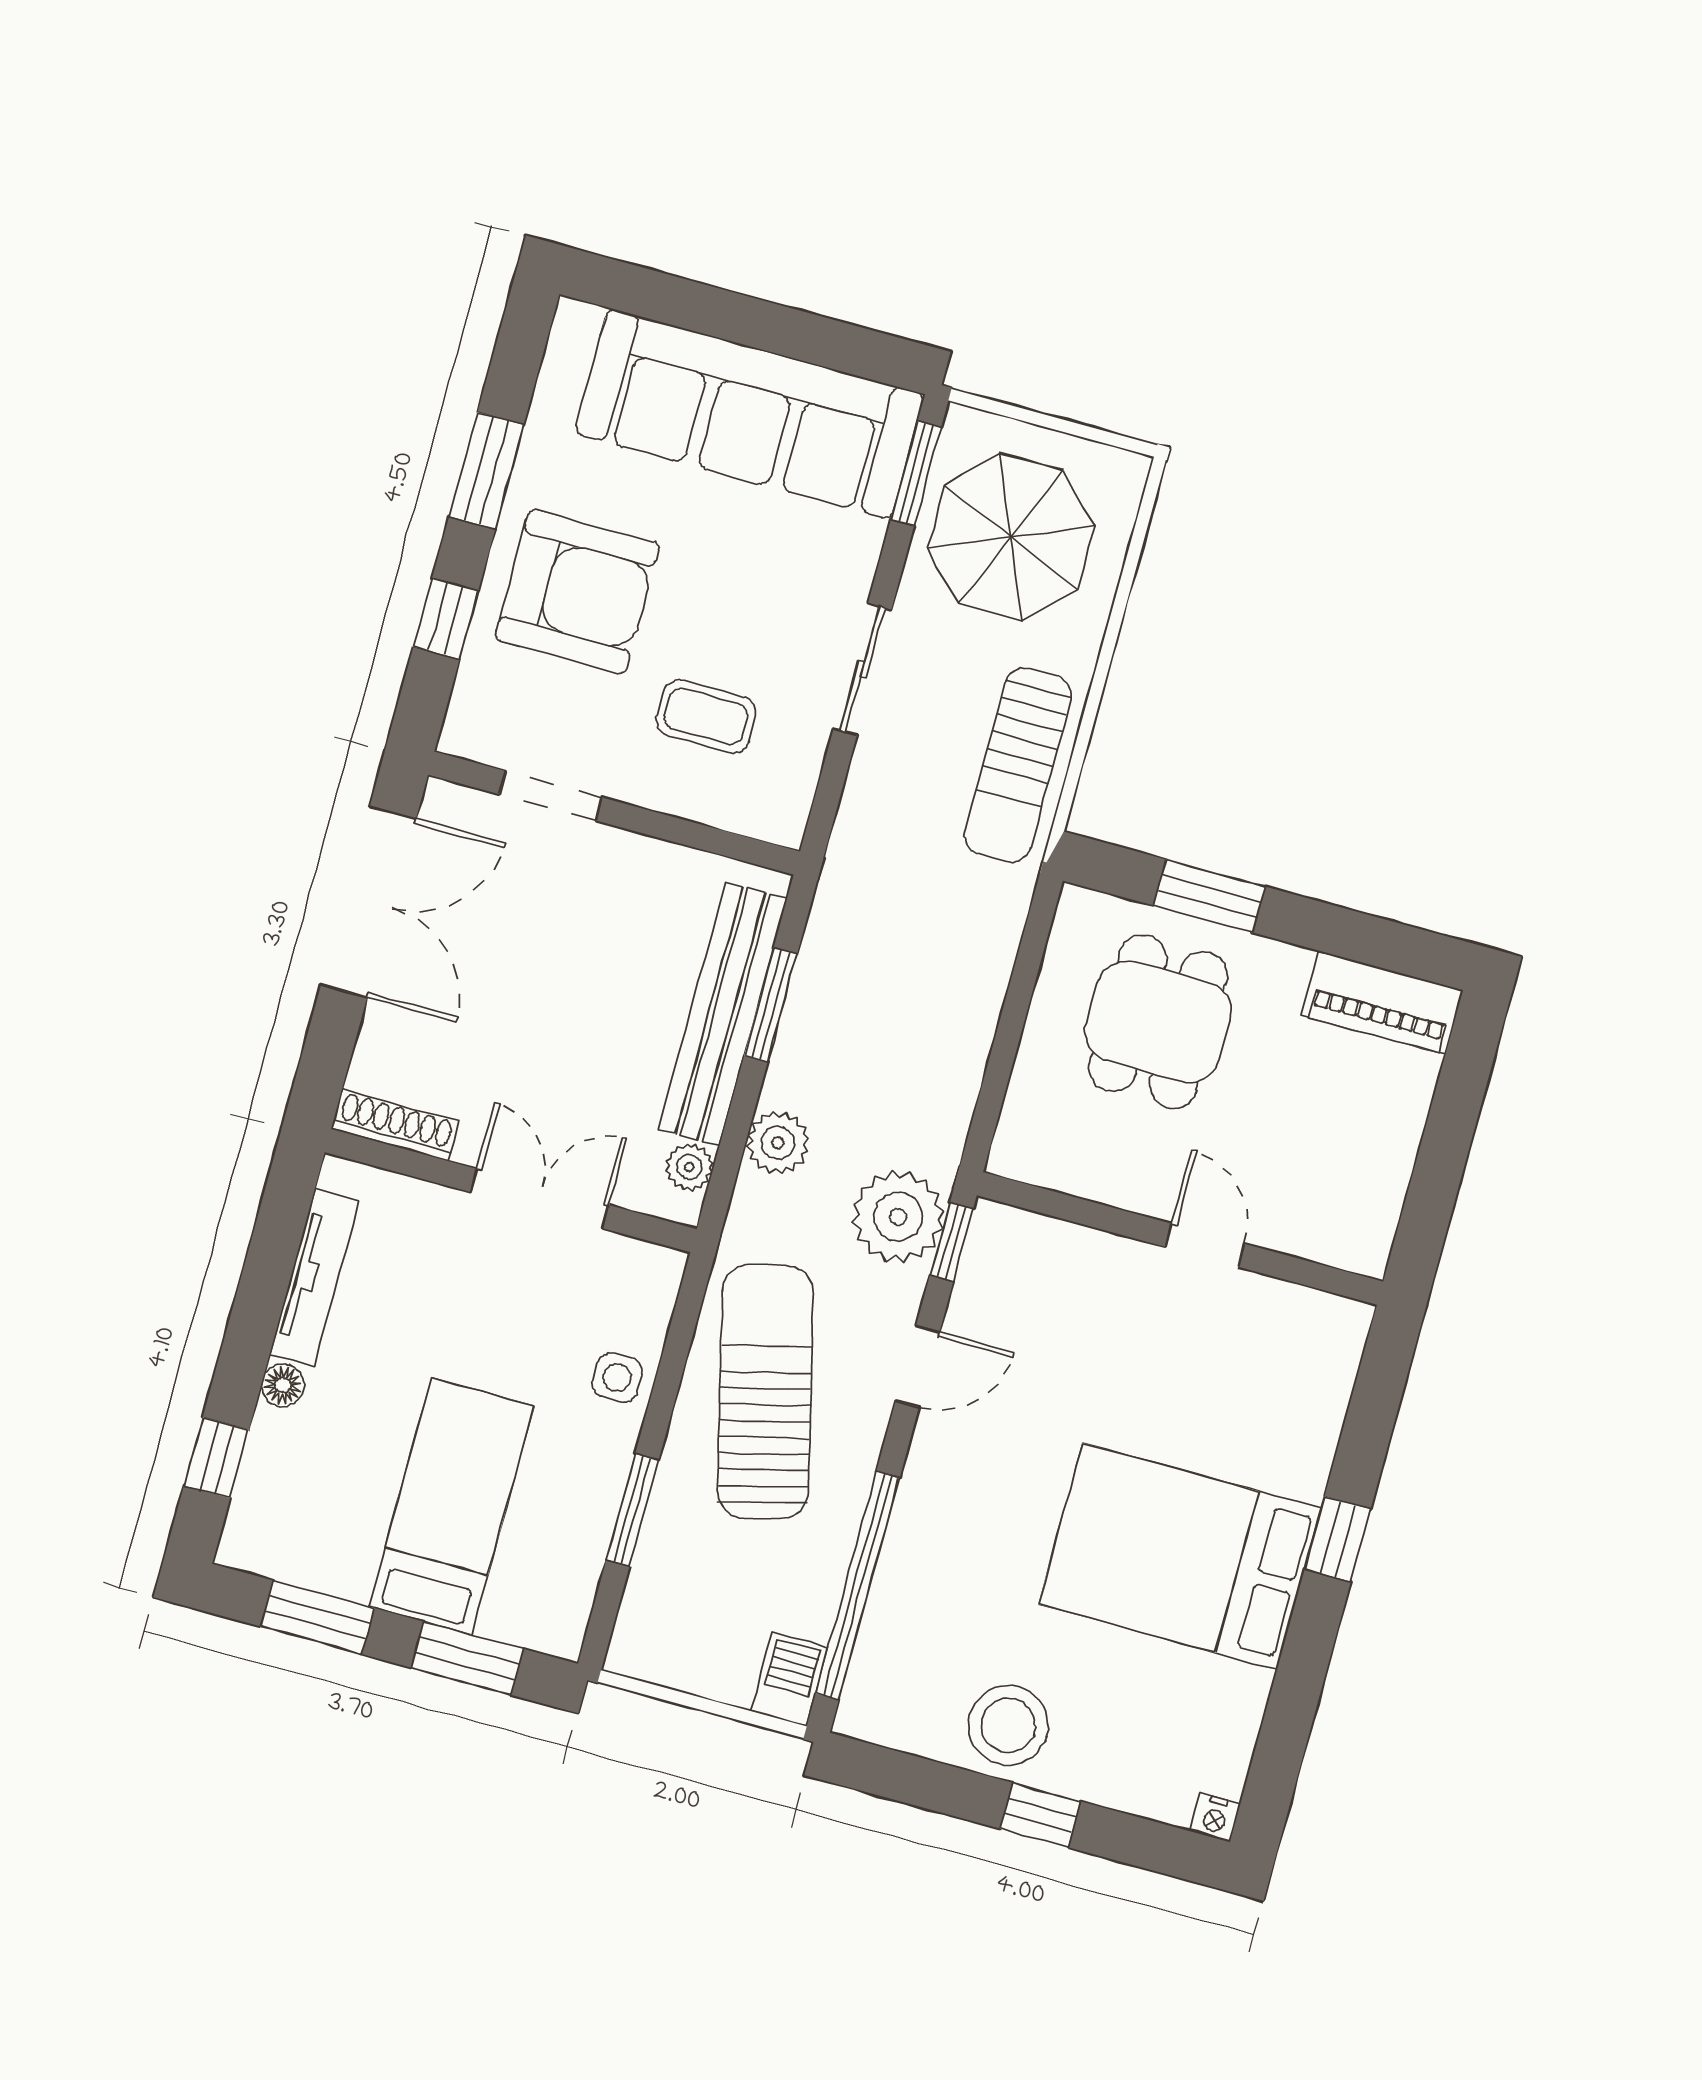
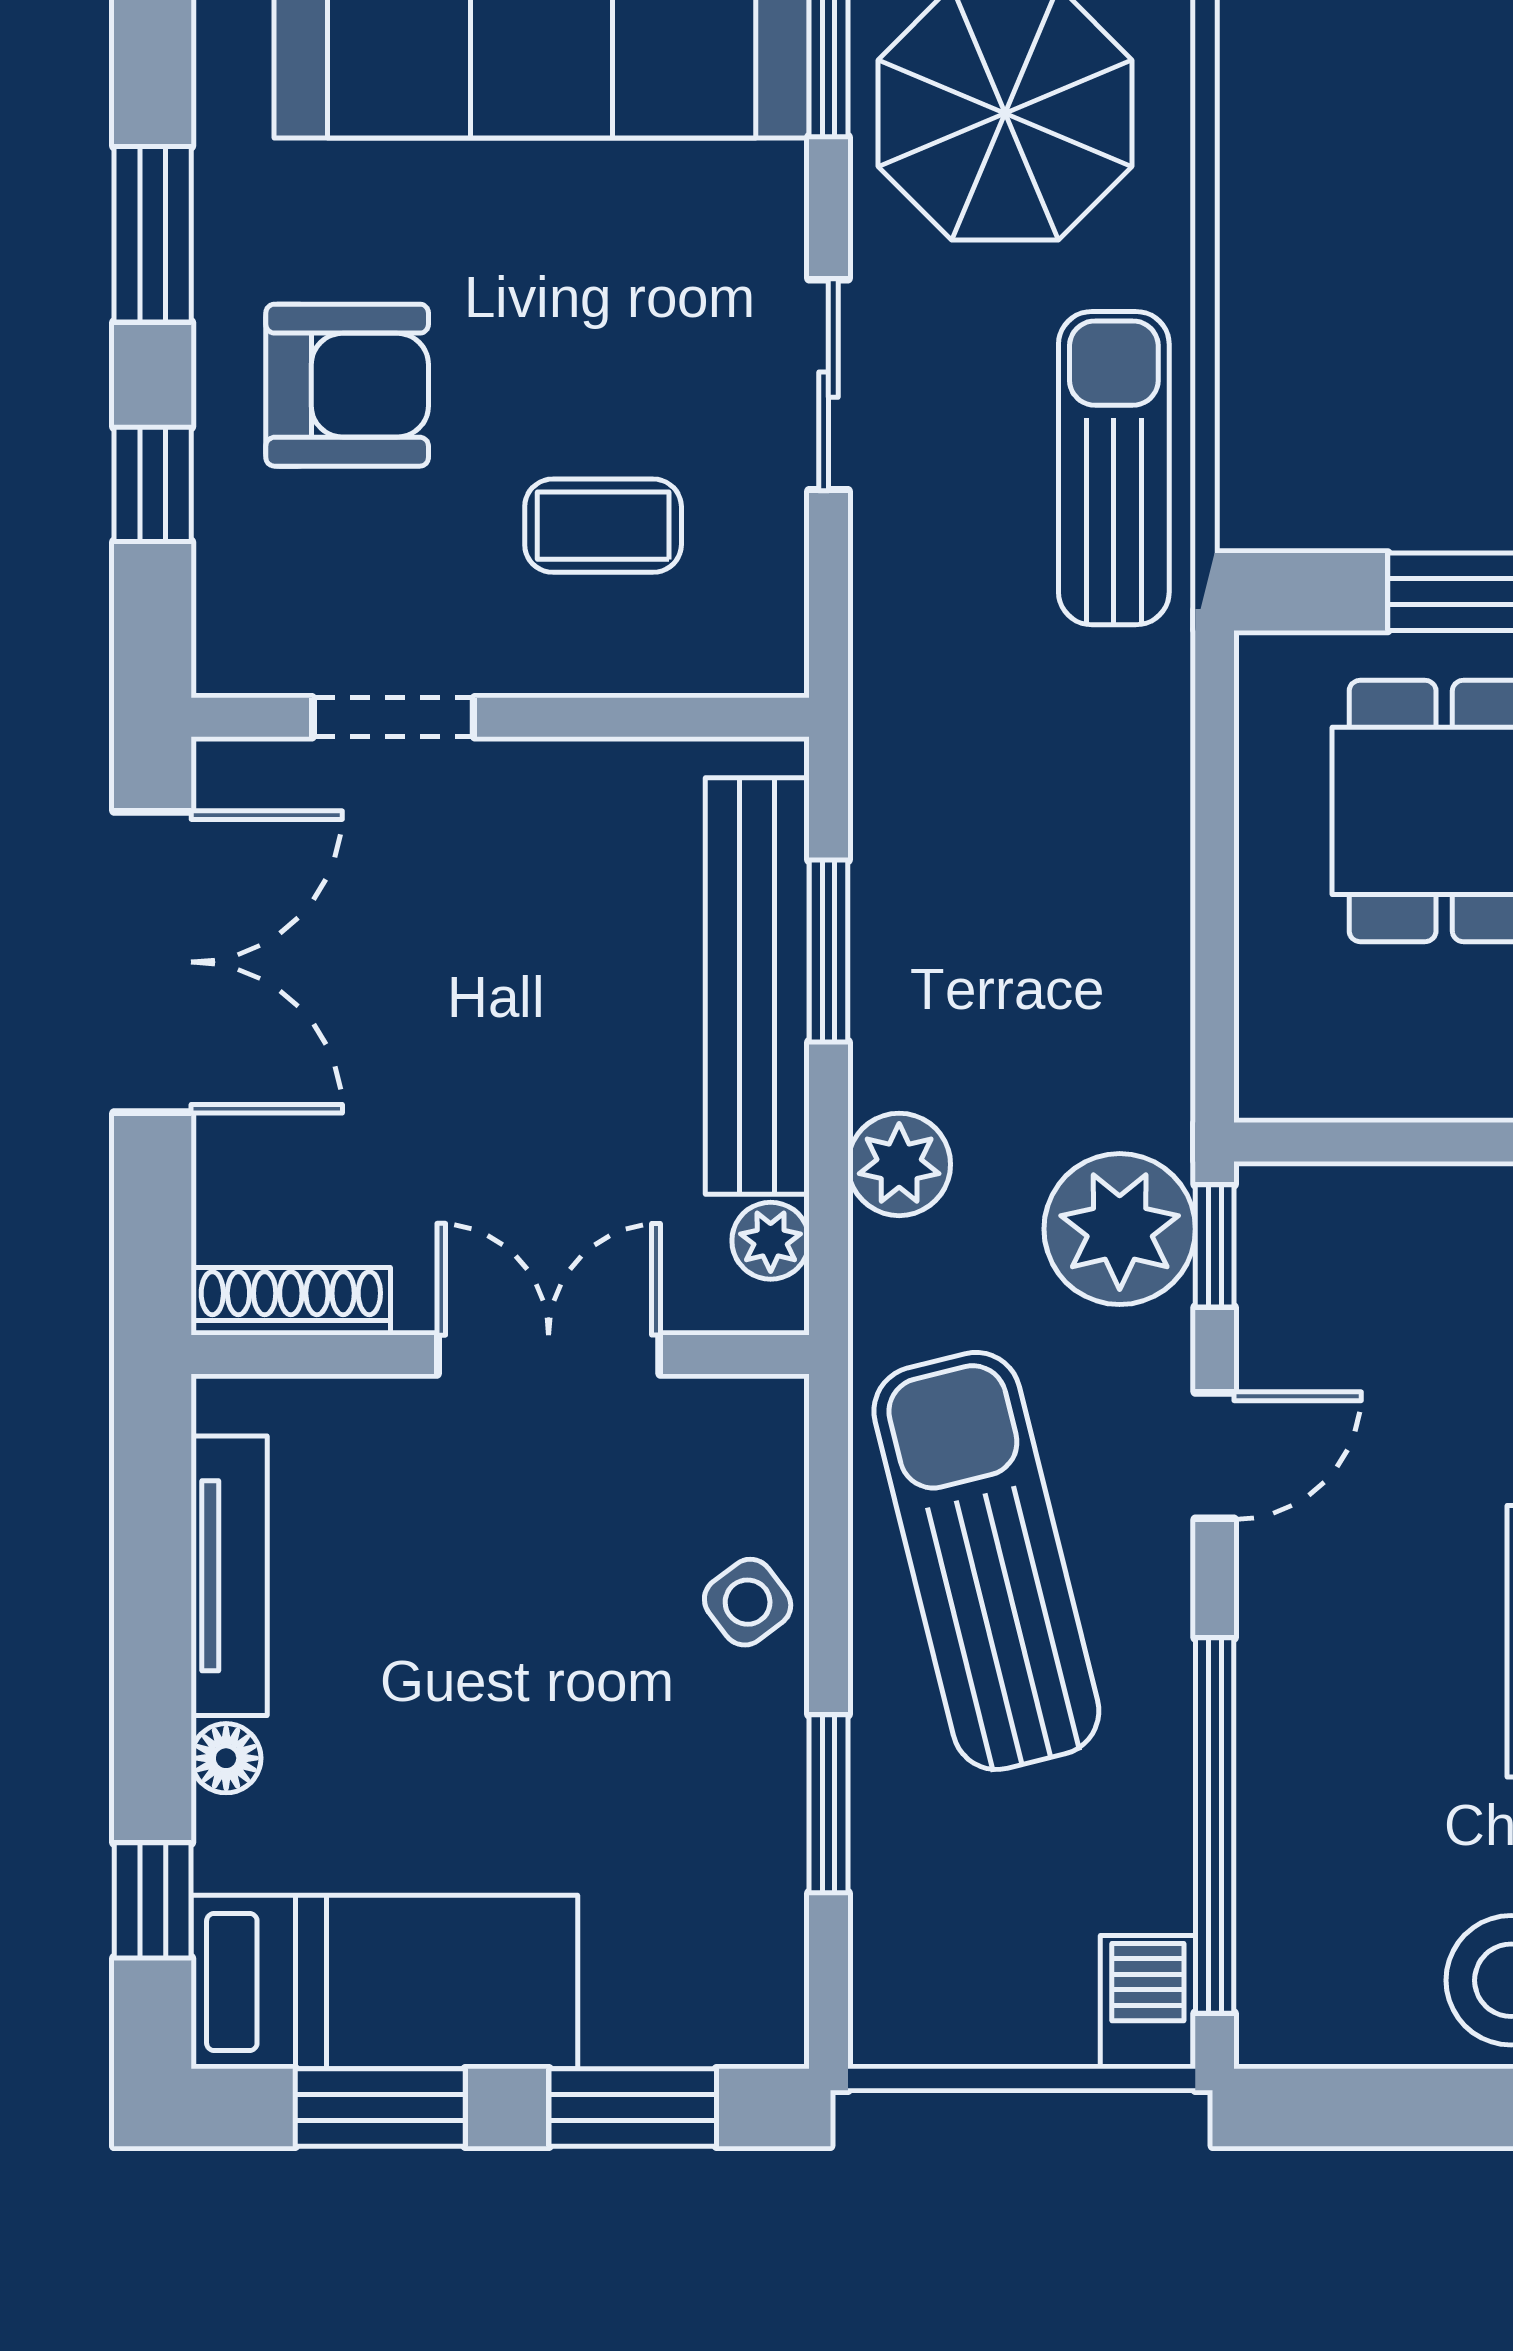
armchair: (577, 592) -> (347, 385), width x0.73, depth x0.73
sun lounger: (1018, 765) -> (1114, 468), turned 180
side table: (617, 1377) -> (748, 1602), turned -37
bed: (451, 1506) -> (384, 1982), moved, turned 90

